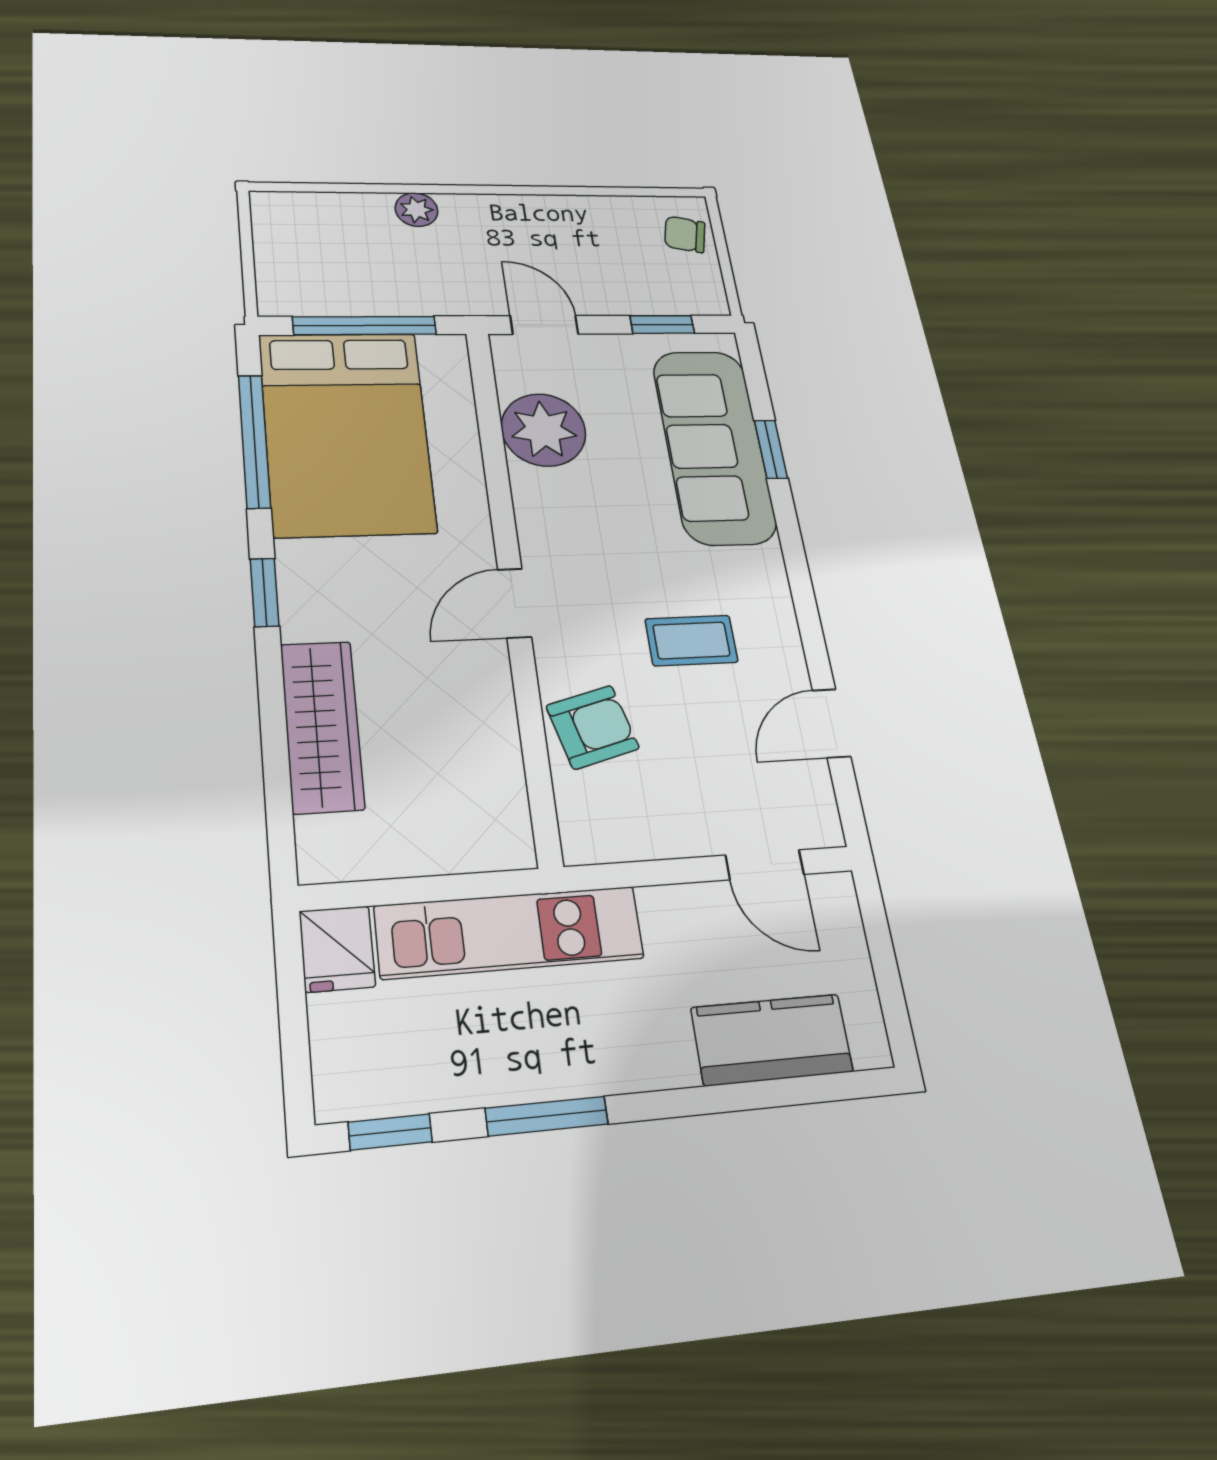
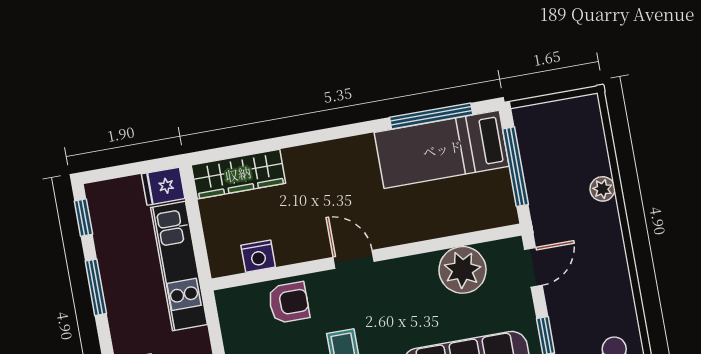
bed: (346, 432) -> (442, 149), width x0.67
window: (265, 592) -> (342, 132), removed
wardrobe: (322, 726) -> (238, 174), moved
armchair: (593, 727) -> (289, 303), turned -75
nightstand: (498, 774) -> (258, 256), added

